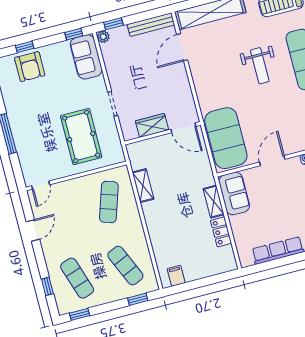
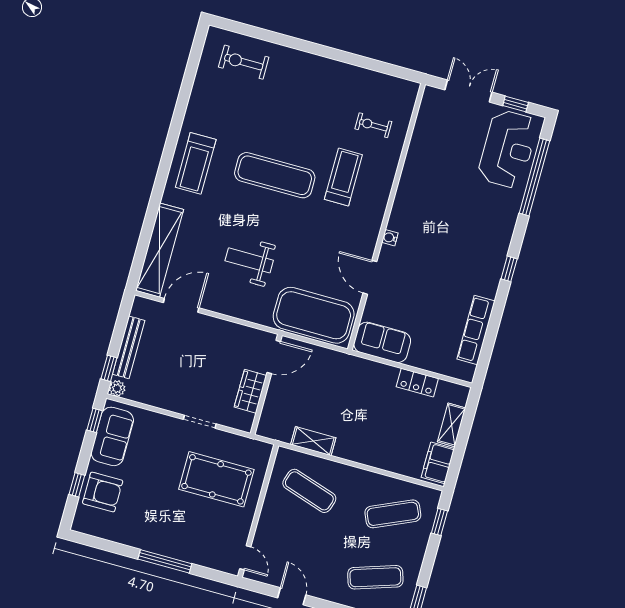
bench: (151, 25) -> (129, 347), moved
door: (182, 47) -> (181, 305), swing flipped
sofa: (86, 57) -> (112, 436), moved, turned -90
weight bench: (260, 66) -> (249, 260), moved, turned 180
shelving: (214, 202) -> (452, 425), moved, turned 90
filing cabinet: (176, 276) -> (438, 463), width x2.00

